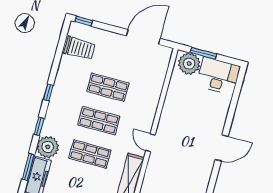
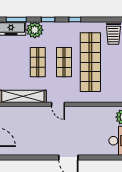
shop shelf: (108, 87) -> (90, 62), width x2.00, depth x1.36
door: (150, 143) -> (58, 104), swing flipped

